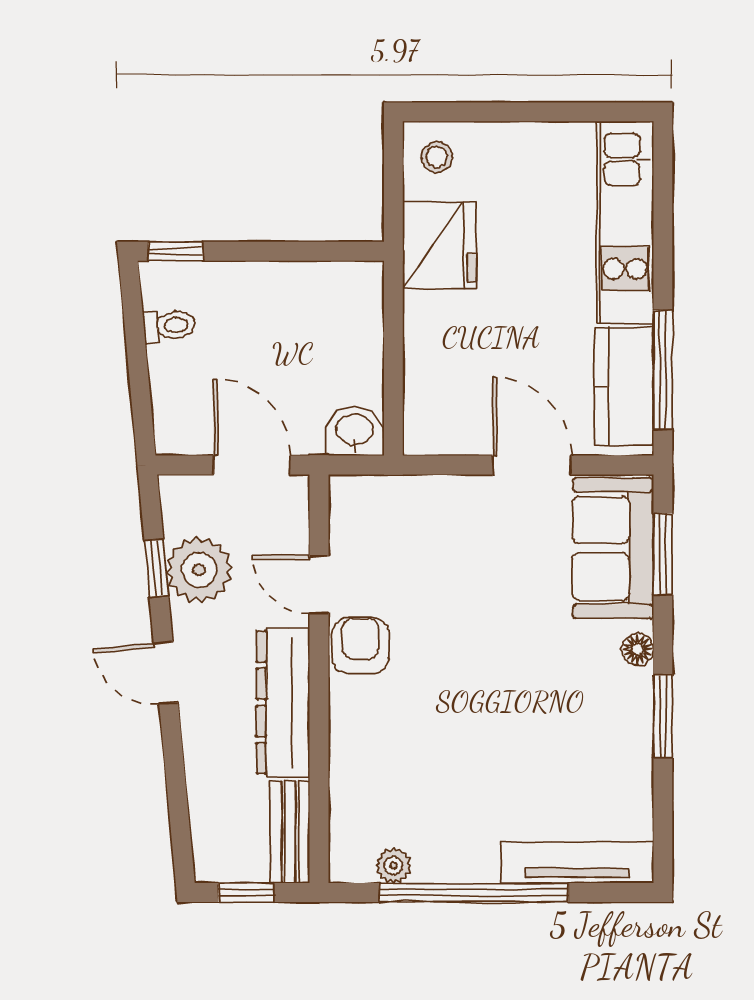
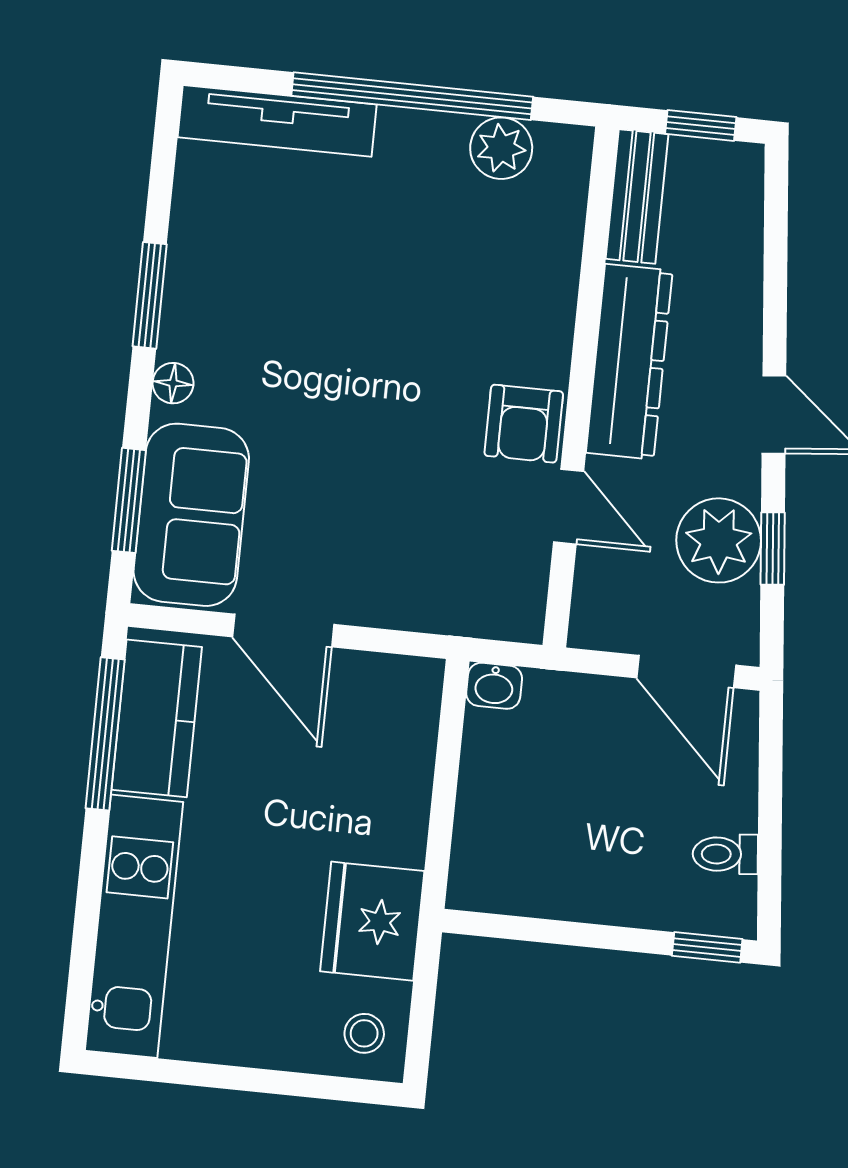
washbasin: (355, 431) -> (494, 686), width x0.72, depth x0.69
door: (252, 465) -> (686, 672), moved
plant: (393, 866) -> (501, 148), width x1.38, depth x1.38

